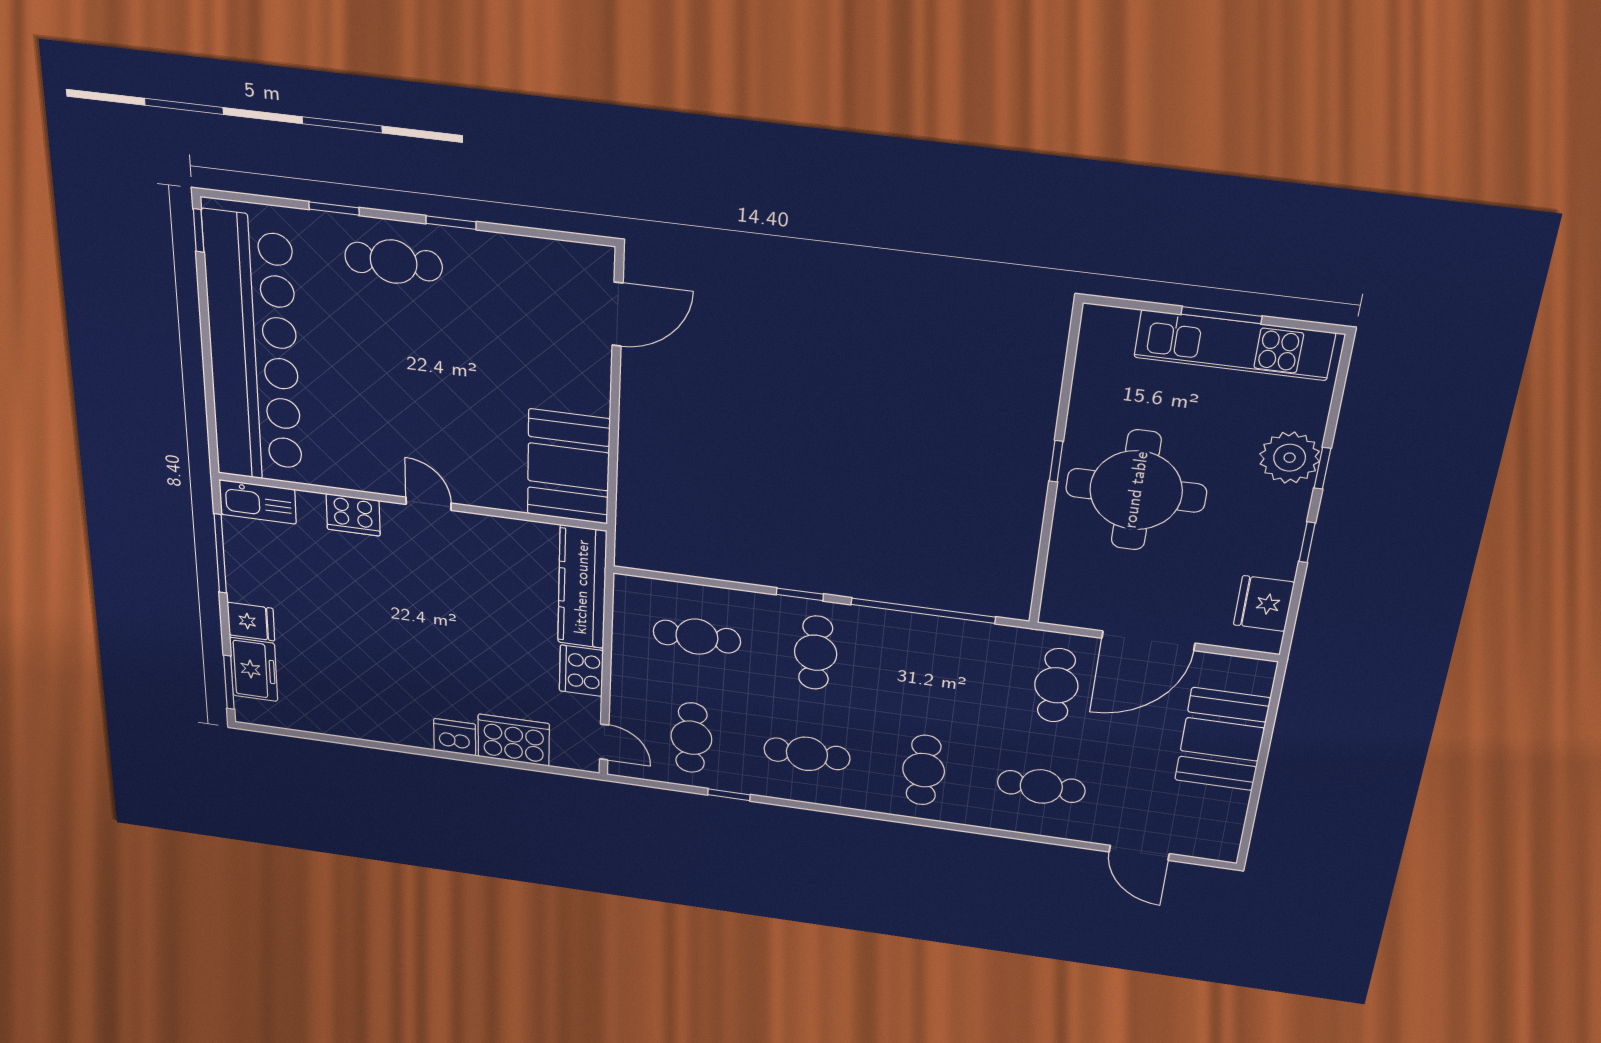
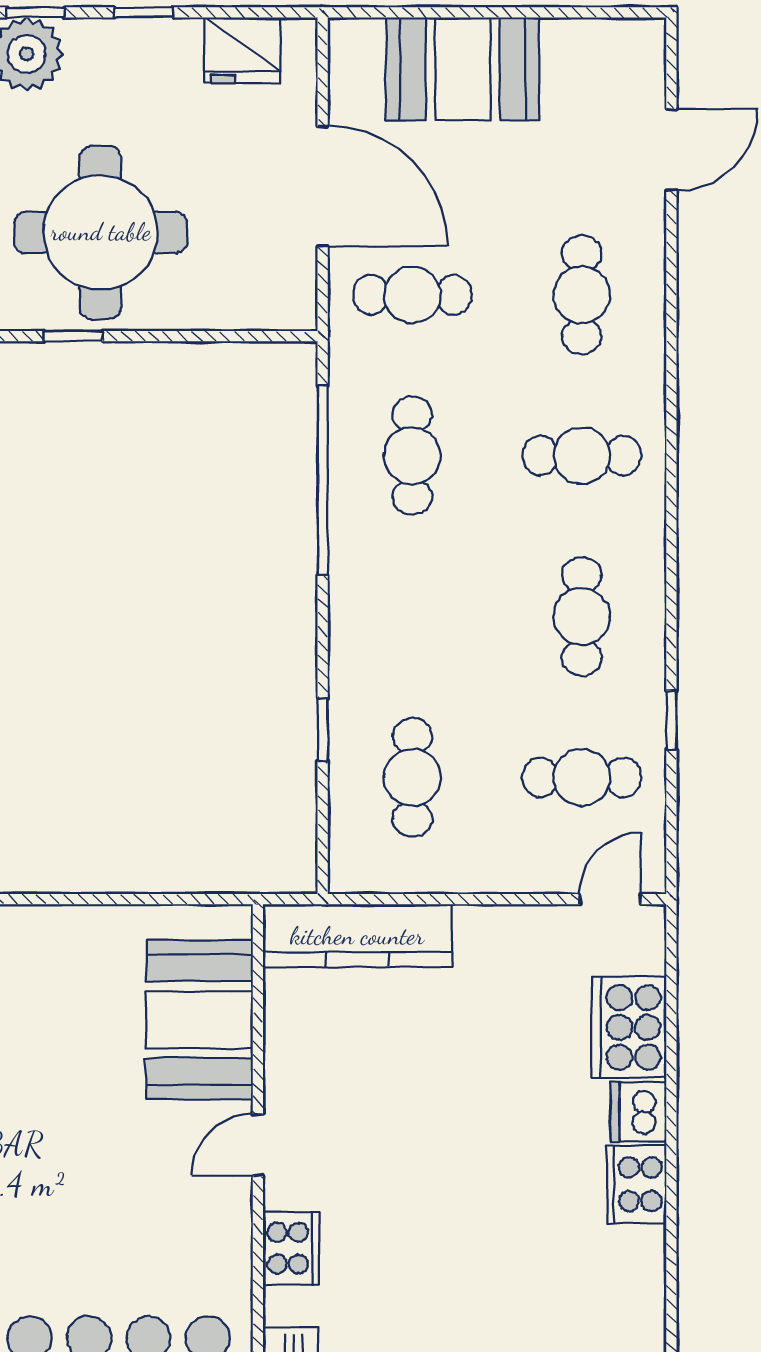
booth: (568, 467) -> (200, 1020), moved, turned 90
window: (800, 594) -> (323, 730), moved
cafe table: (816, 653) -> (412, 456), moved, turned 90
cooker: (581, 671) -> (637, 1184), moved, turned 90

